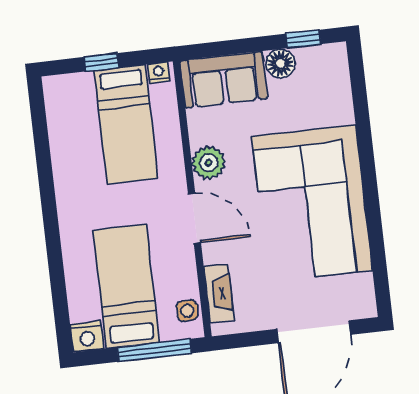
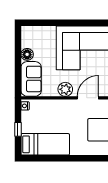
window: (303, 39) -> (18, 44), removed
bed: (126, 124) -> (45, 144), moved

